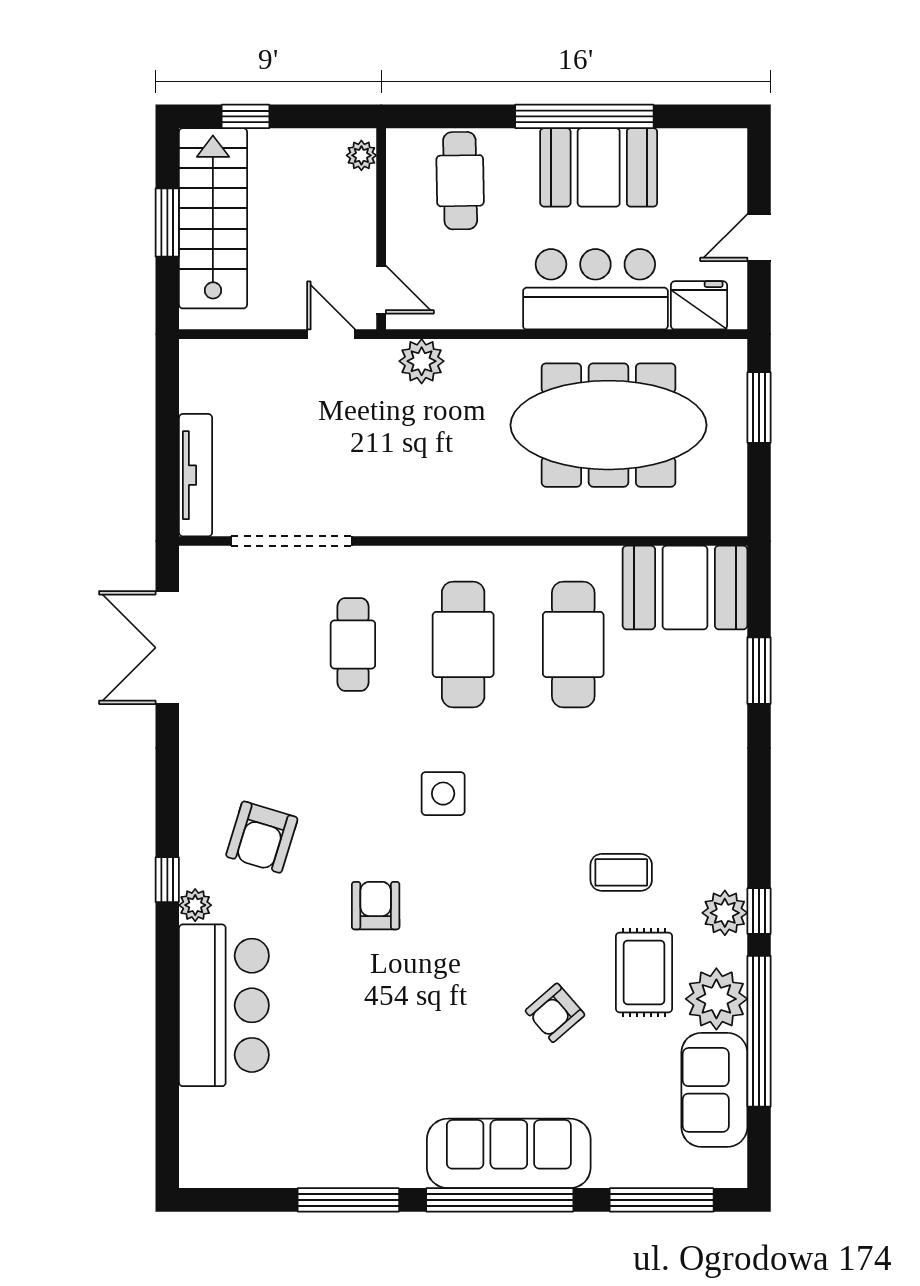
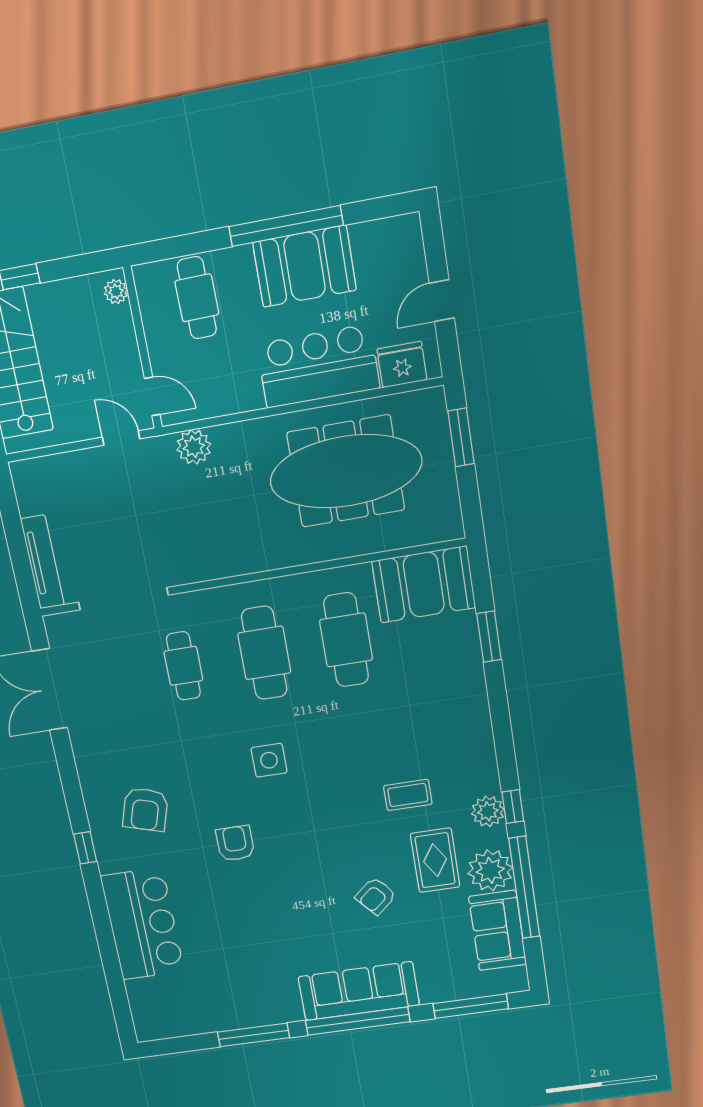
plant: (195, 905) -> (108, 862), removed

